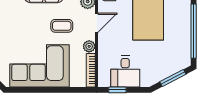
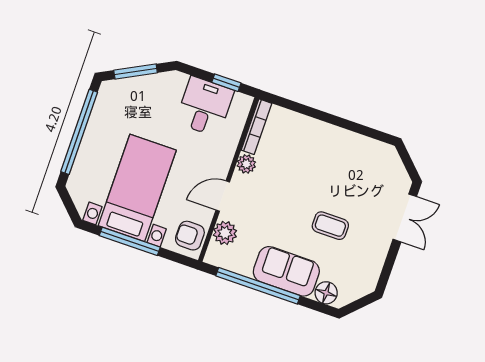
coffee table: (62, 26) -> (330, 226), moved
corner sofa: (39, 66) -> (332, 160), removed

